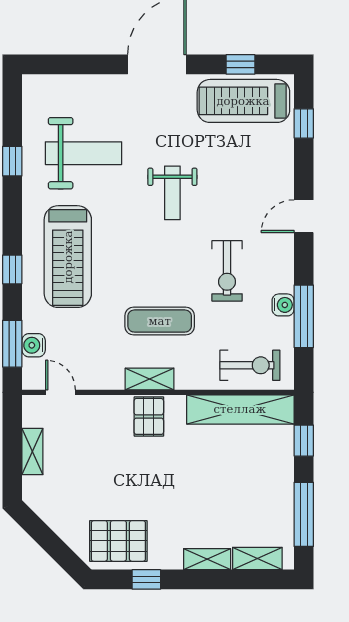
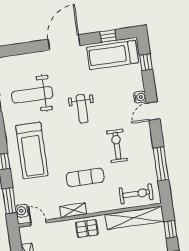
weight bench: (84, 153) -> (32, 95), turned 180
exercise bike: (227, 271) -> (117, 146), turned 180
water cooler: (283, 305) -> (140, 97), moved
water cooler: (34, 345) -> (22, 211), moved
shelving: (150, 379) -> (73, 210), moved
pallet: (149, 416) -> (87, 229), turned 90

